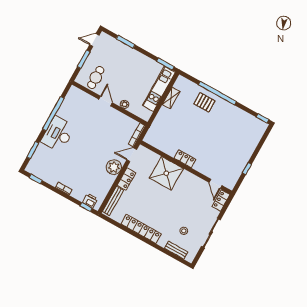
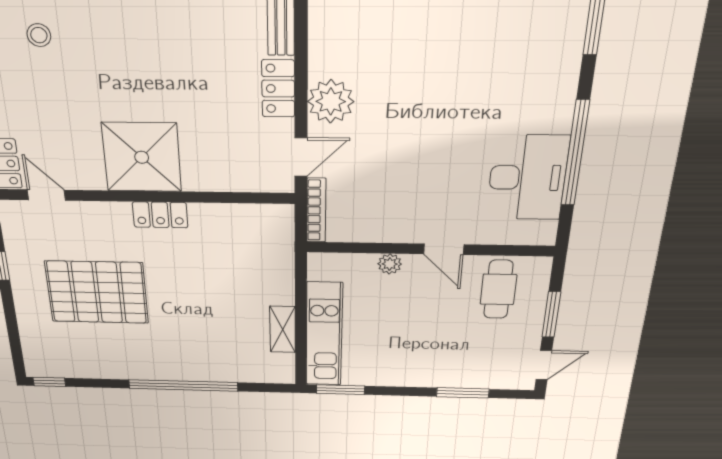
pallet: (204, 102) -> (97, 292), moved, width x2.05, depth x2.00
desk: (58, 134) -> (528, 178), moved
shower: (166, 173) -> (142, 157), moved

